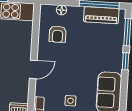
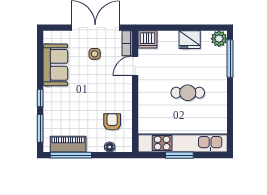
door: (33, 69) -> (135, 66), moved

